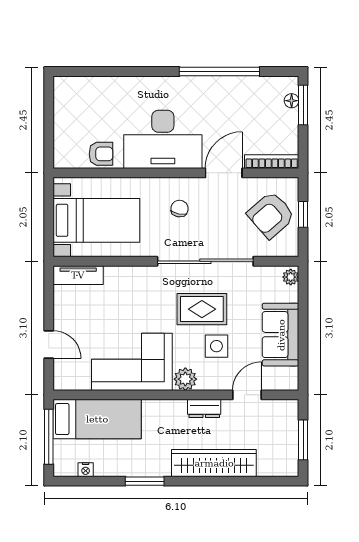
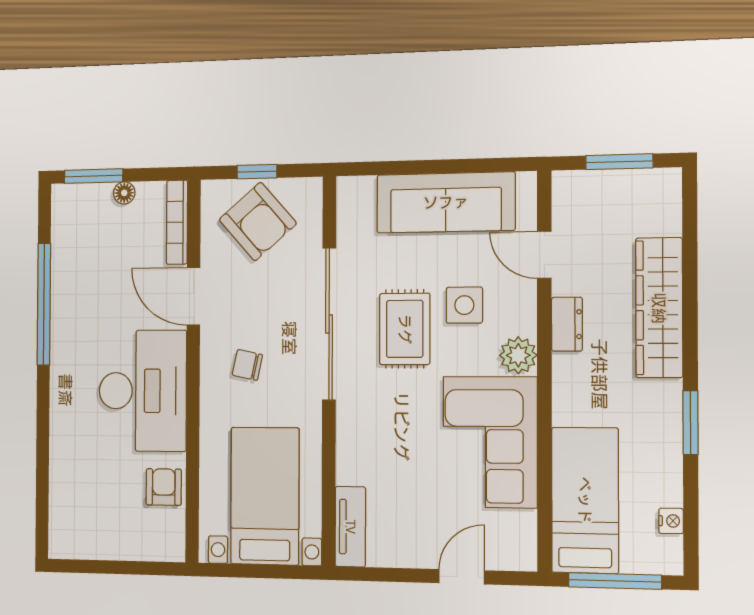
floor lamp: (292, 101) -> (124, 193), moved
plant: (291, 277) -> (354, 189), removed
sofa: (281, 335) -> (446, 202), width x1.36

